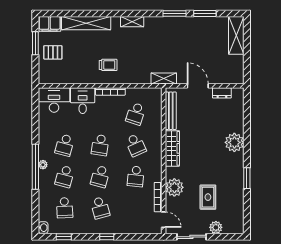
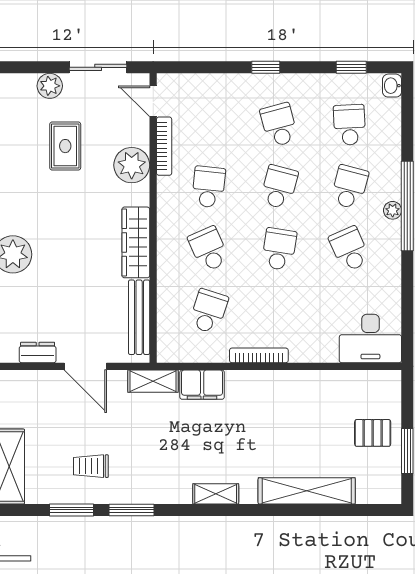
filing cabinet: (50, 24) -> (202, 385), moved, turned 180
trolley: (108, 65) -> (91, 466), moved
desk: (83, 101) -> (314, 337), removed
school desk: (65, 145) -> (349, 249), turned -39

